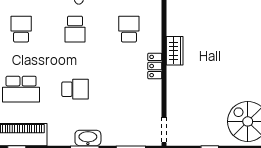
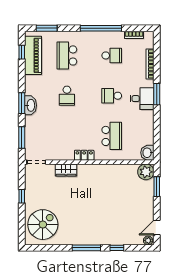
school desk: (129, 29) -> (112, 136), width x1.85
wardrobe: (175, 51) -> (66, 170), moved

